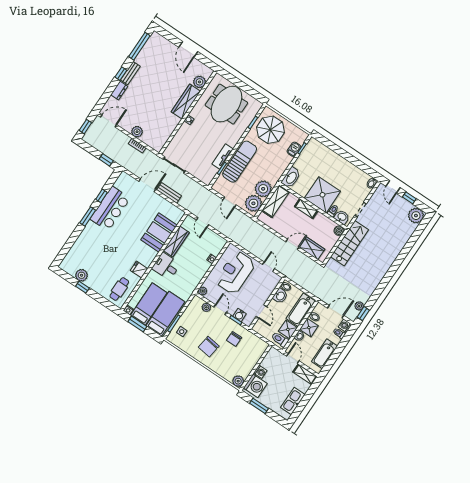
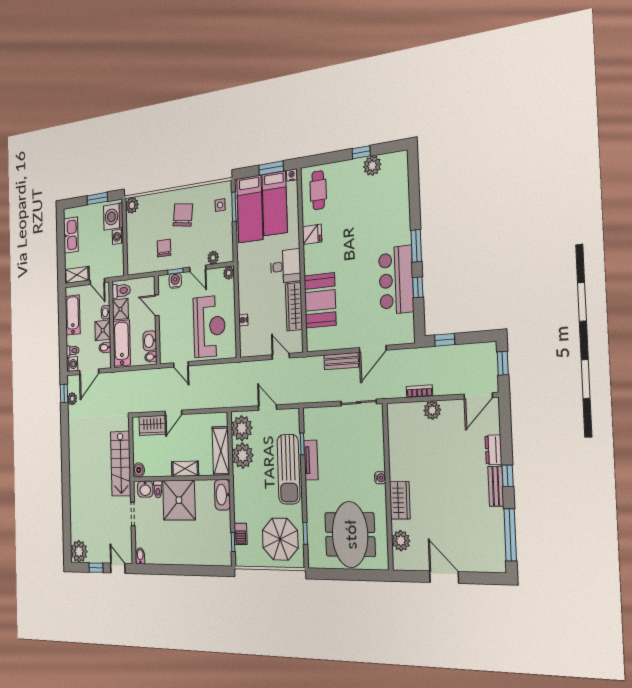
wardrobe: (186, 102) -> (400, 500), width x0.67

